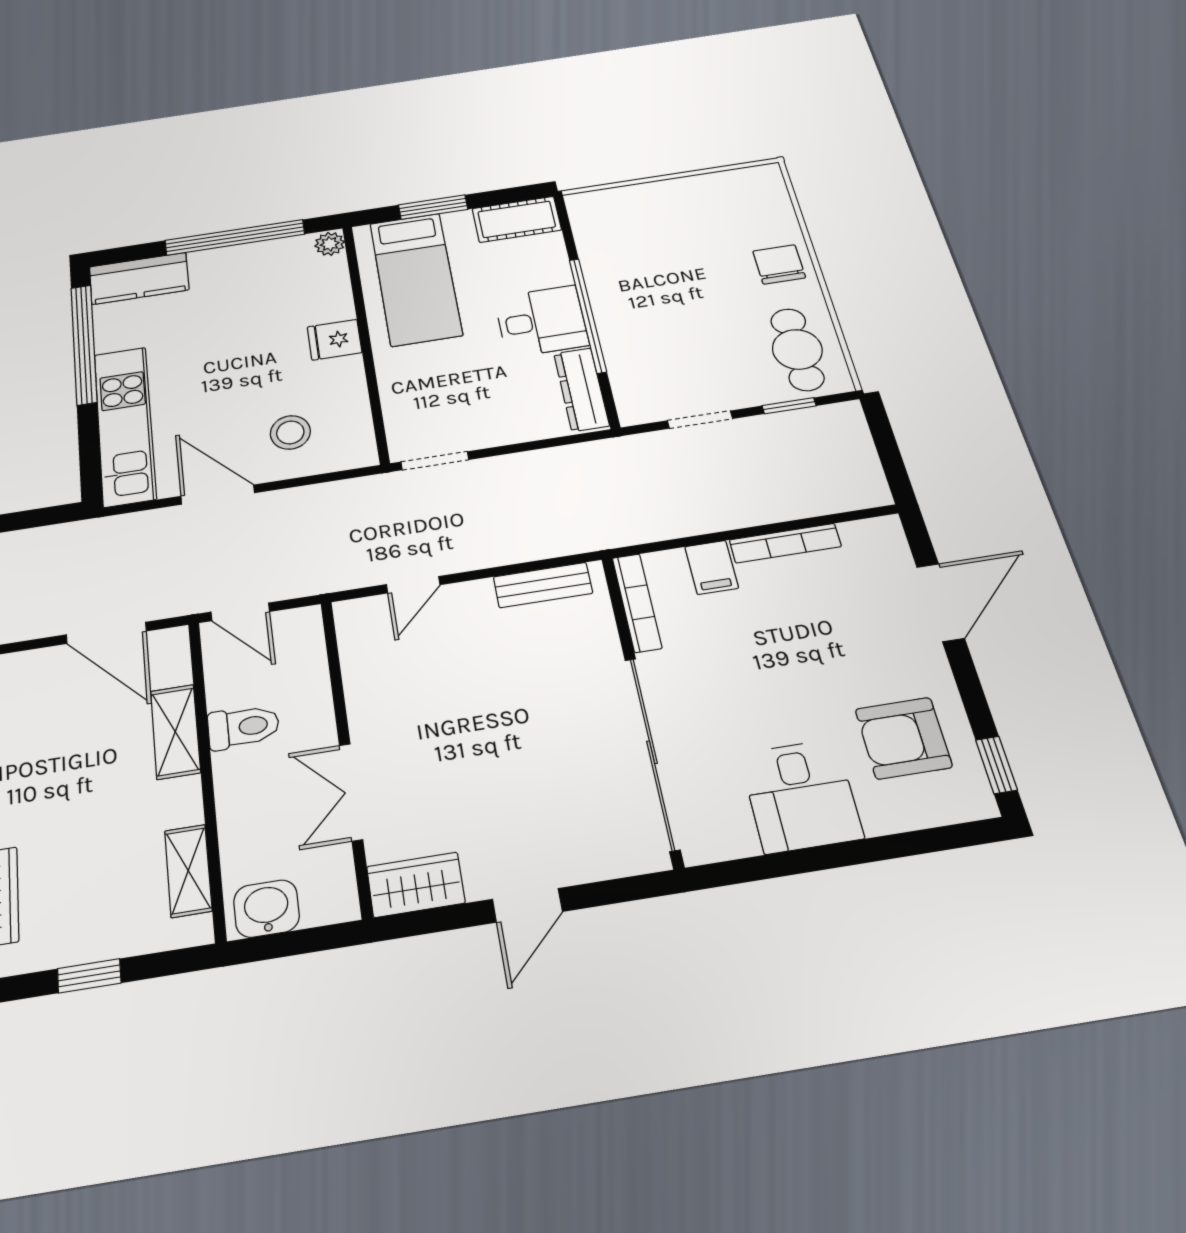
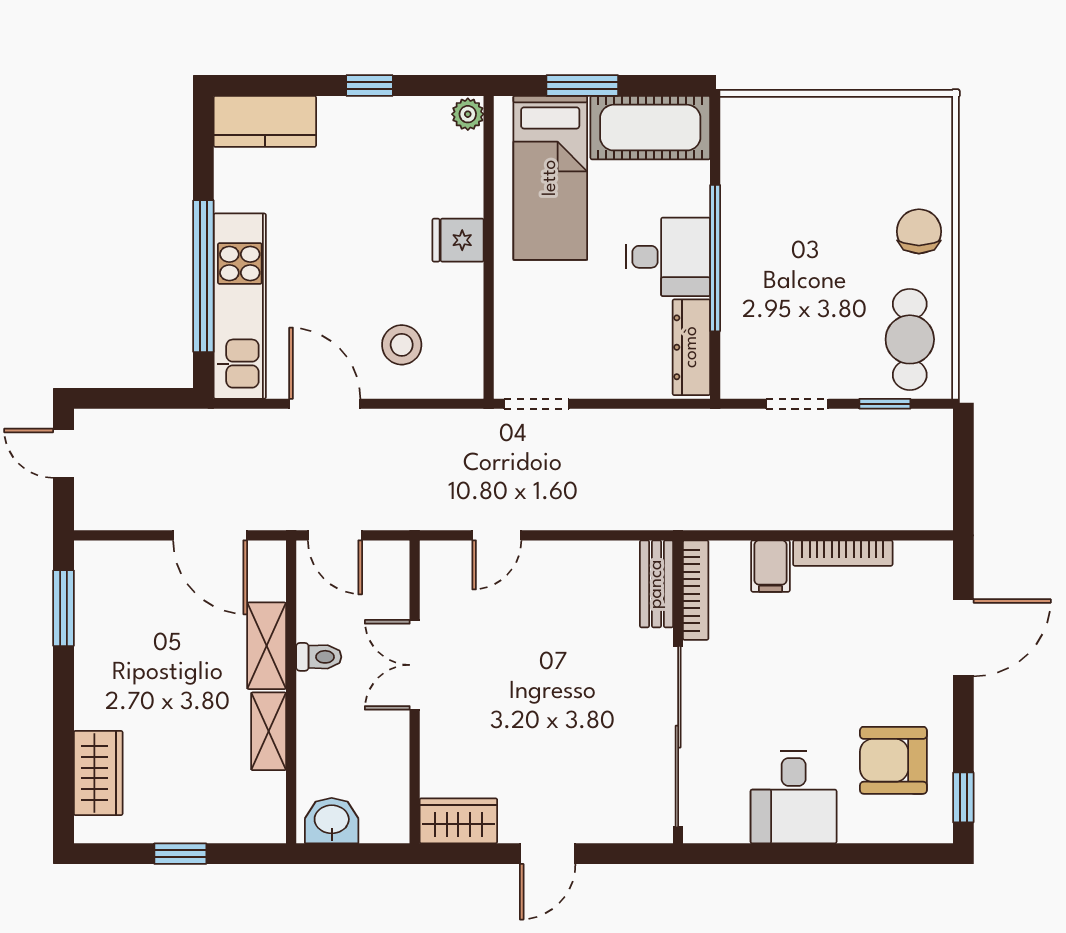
cot: (517, 219) -> (650, 128), width x1.37, depth x1.34
window: (235, 237) -> (369, 85), width x0.32
window: (84, 344) -> (203, 276), moved
bench: (543, 585) -> (656, 584), moved, turned 90
toilet: (243, 727) -> (319, 657), width x0.73, depth x0.72
double door: (351, 792) -> (415, 665), moved
shelving: (188, 871) -> (269, 731), moved

